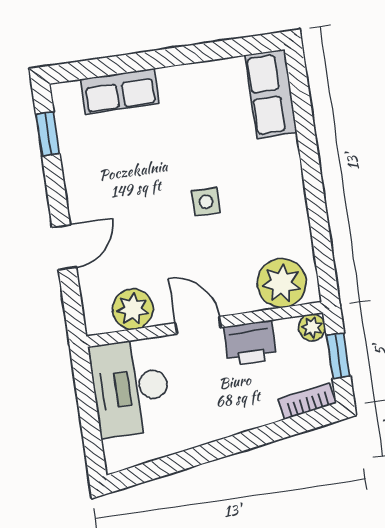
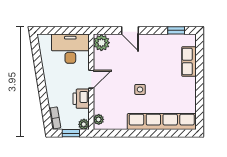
row of seats: (271, 94) -> (162, 122), width x2.02
plant: (282, 283) -> (99, 119), width x0.53, depth x0.53
plant: (133, 309) -> (101, 43), moved

